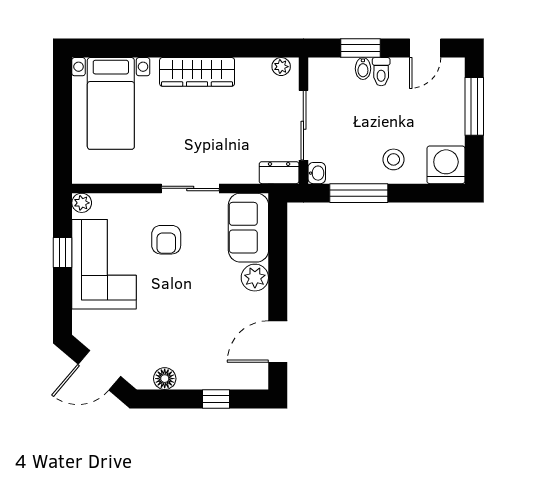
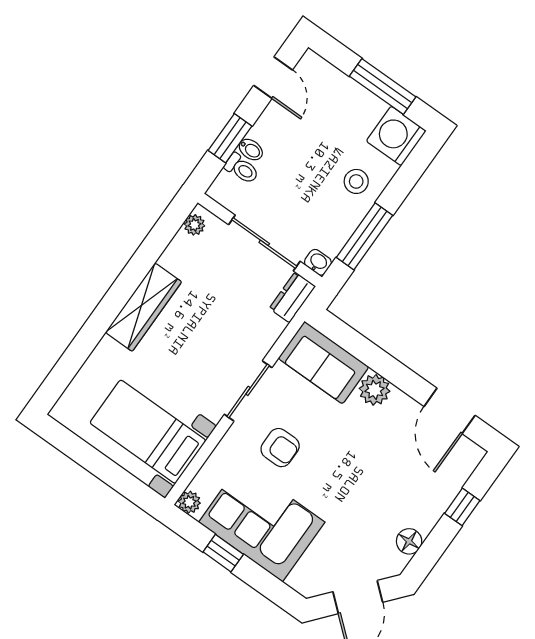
toilet: (381, 72) -> (242, 169), moved
bed with nightstands: (111, 103) -> (148, 432), moved, turned 180
window: (474, 106) -> (383, 87), moved

